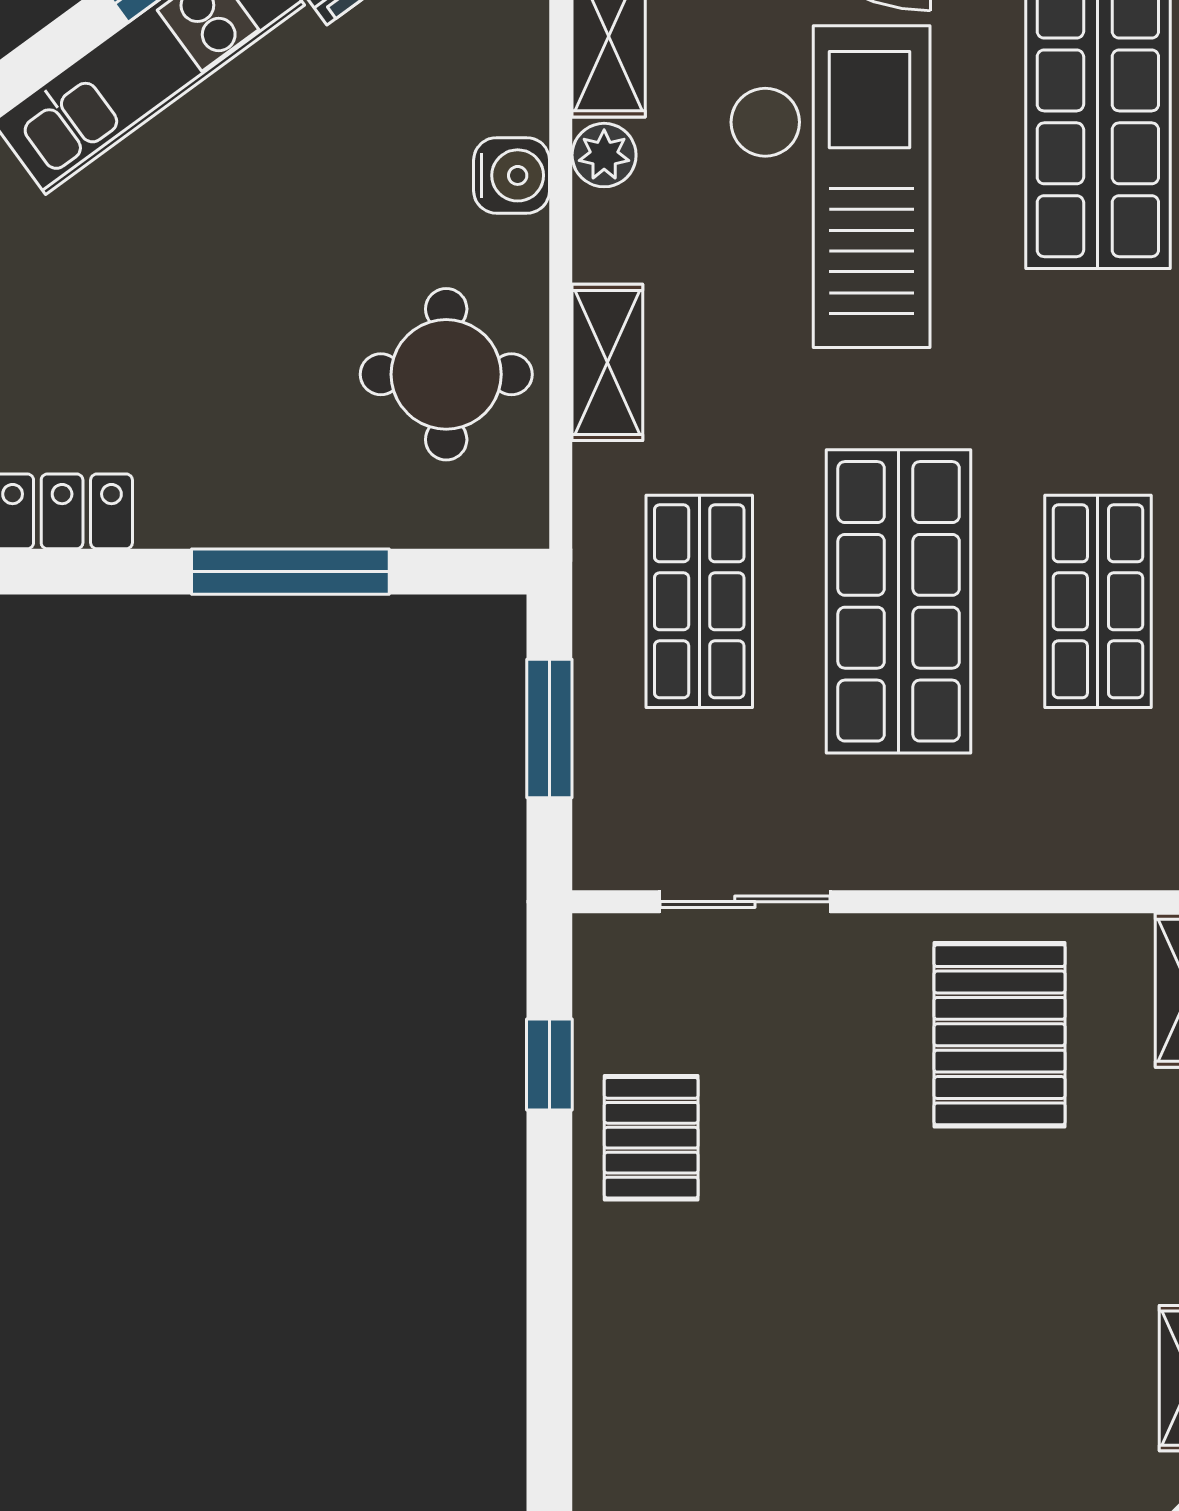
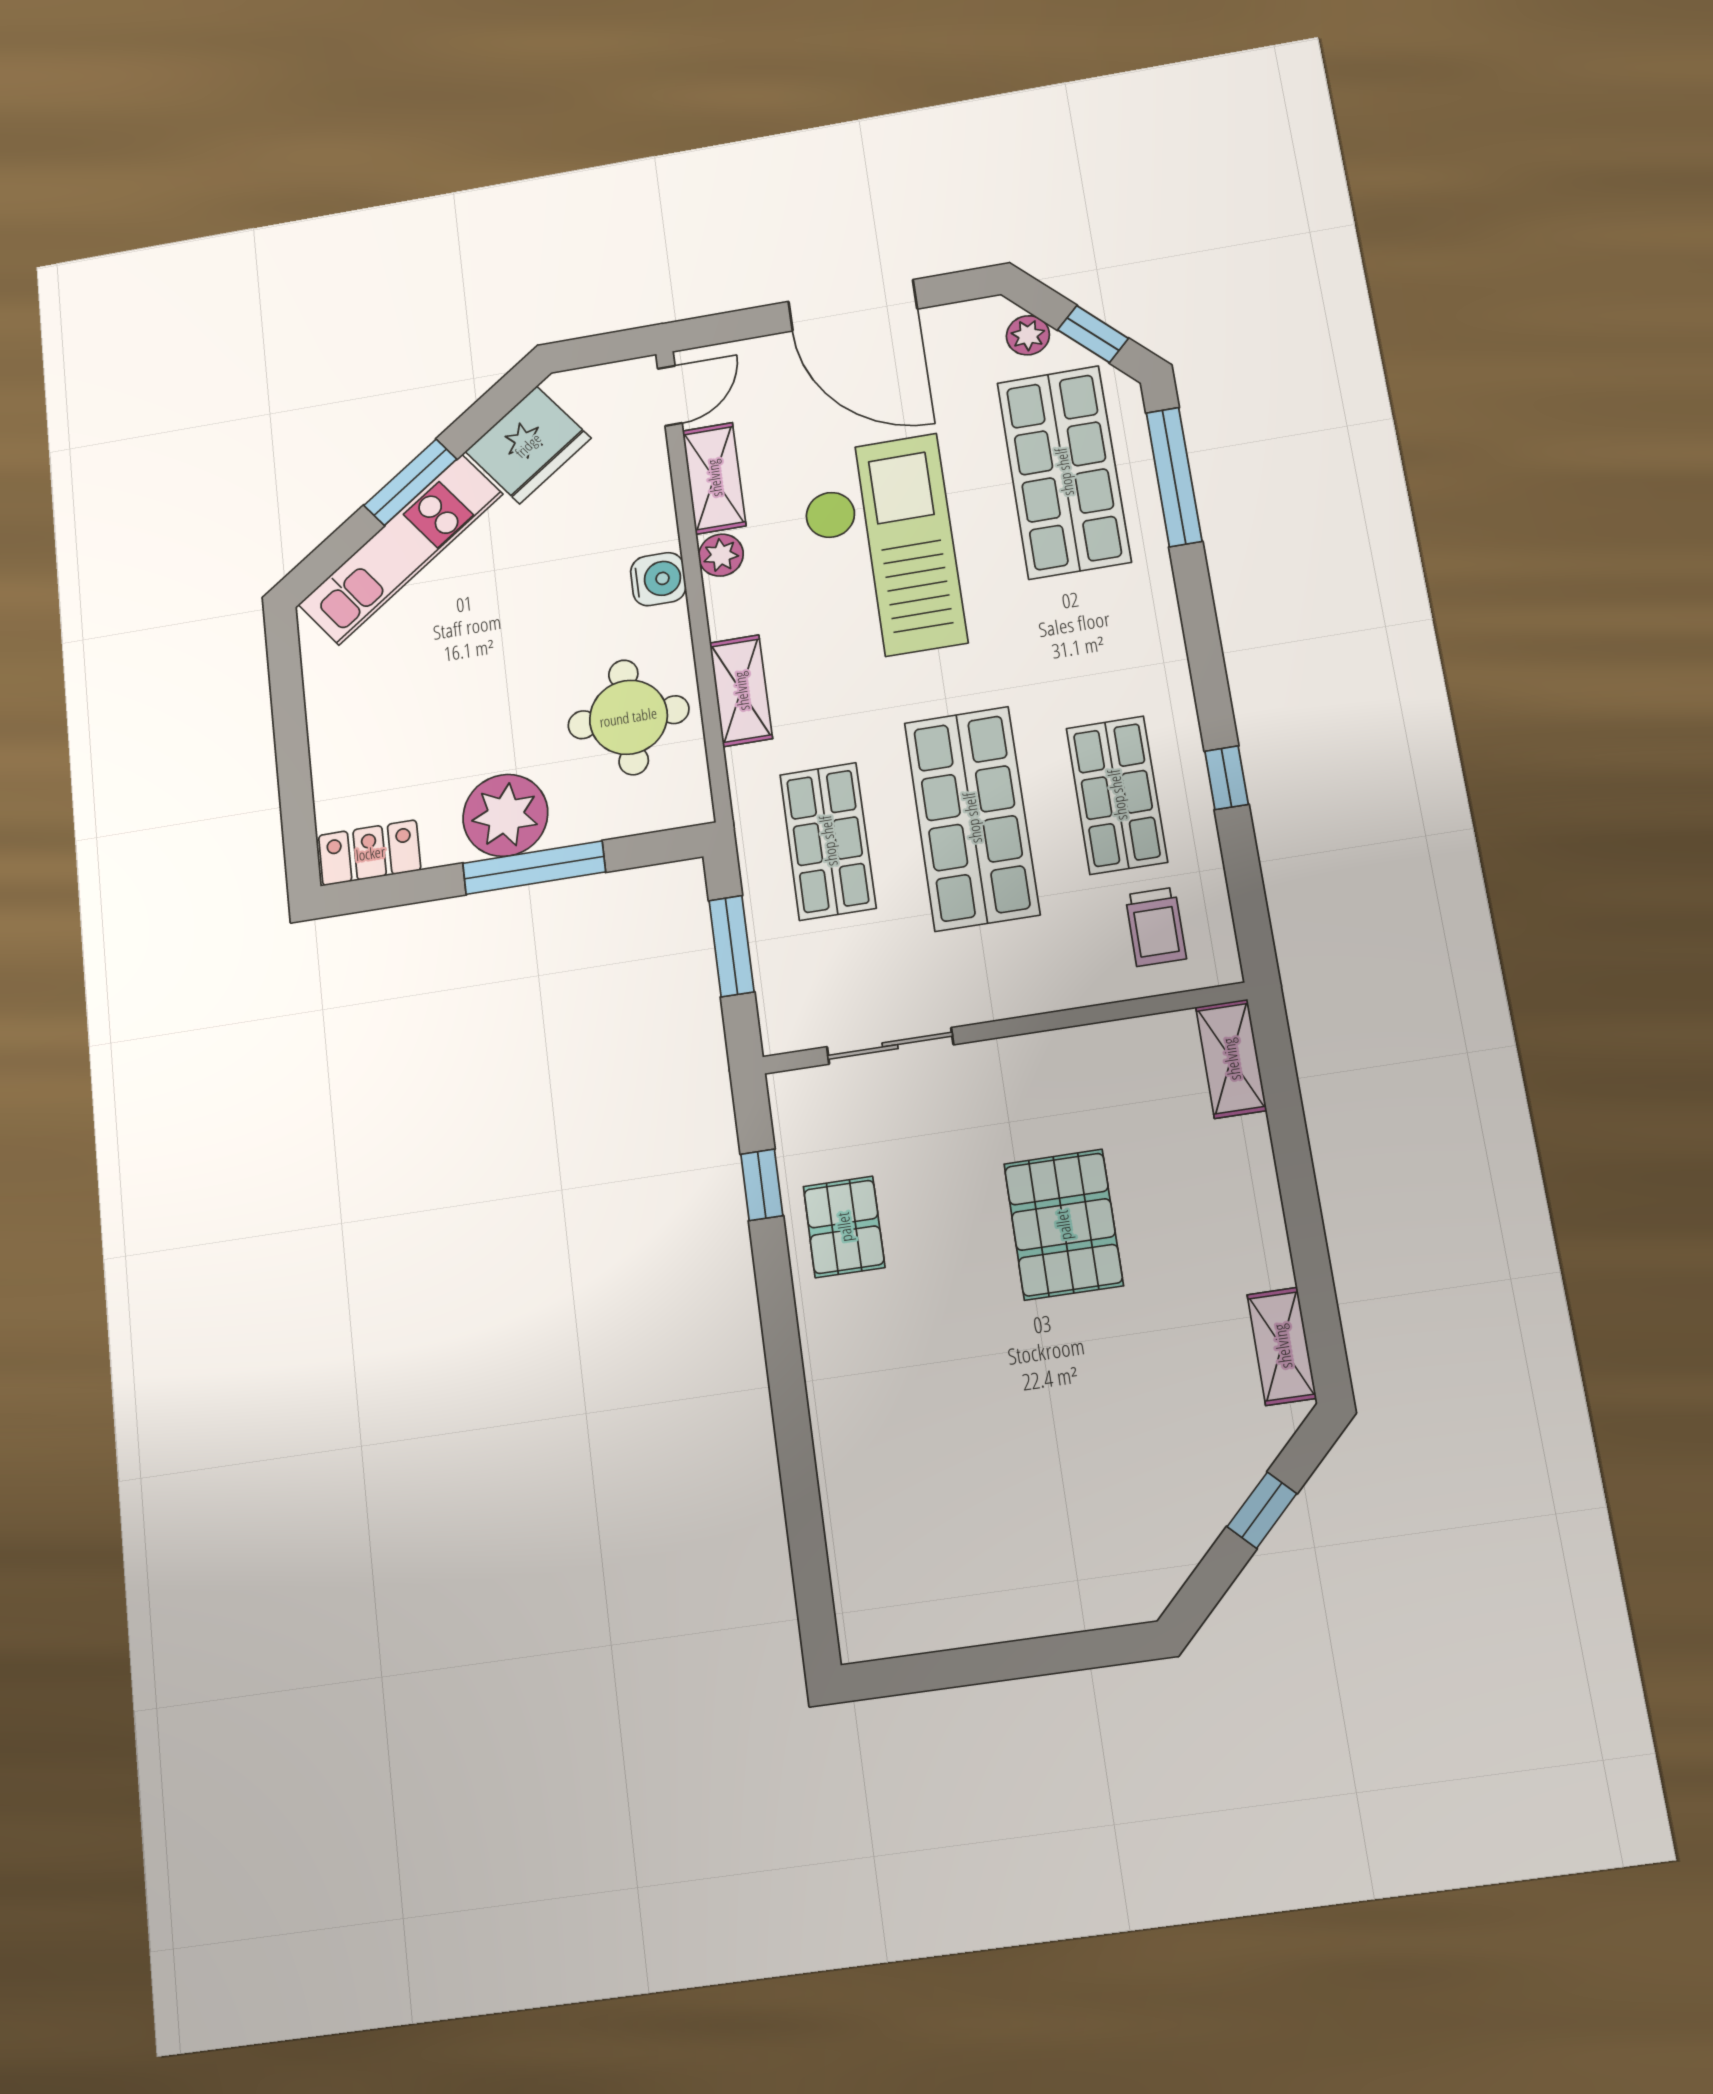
plant: (258, 489) -> (505, 815), added
trolley: (1121, 794) -> (1156, 927), added
pallet: (1000, 1035) -> (1063, 1225), moved

